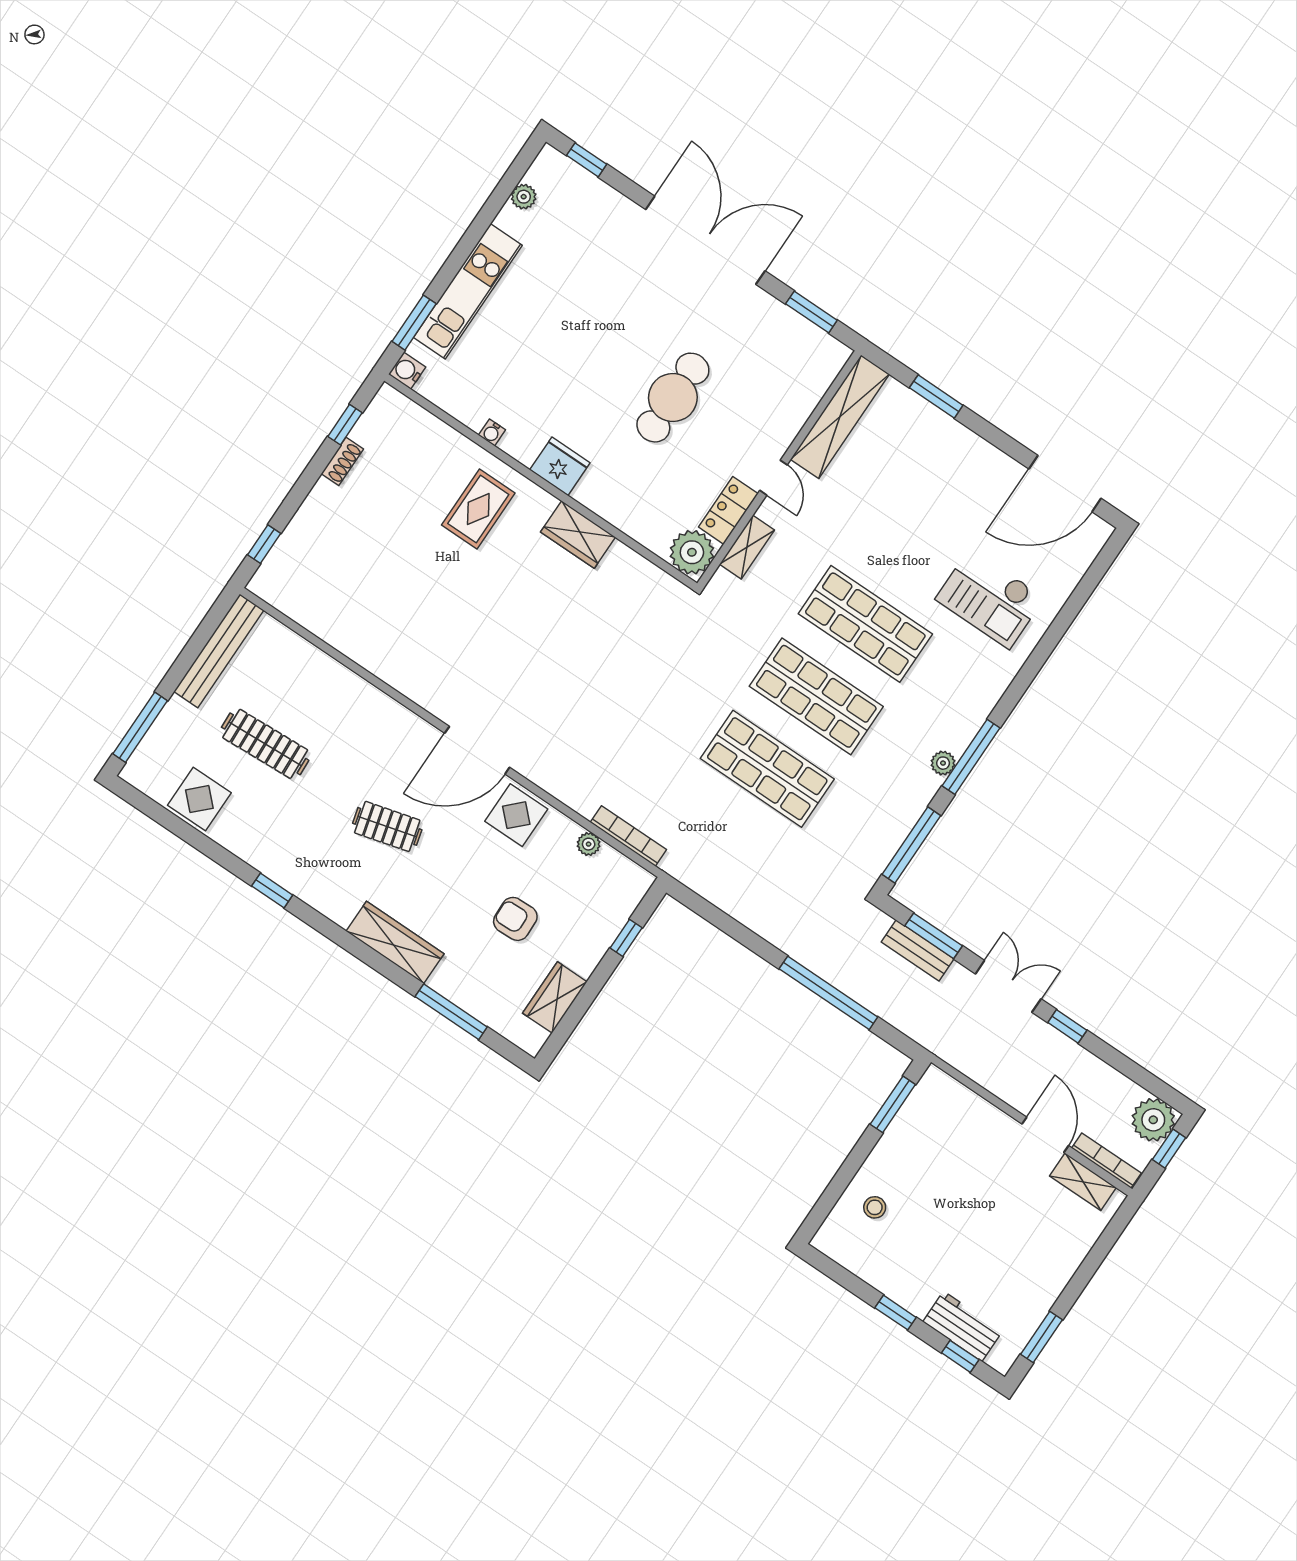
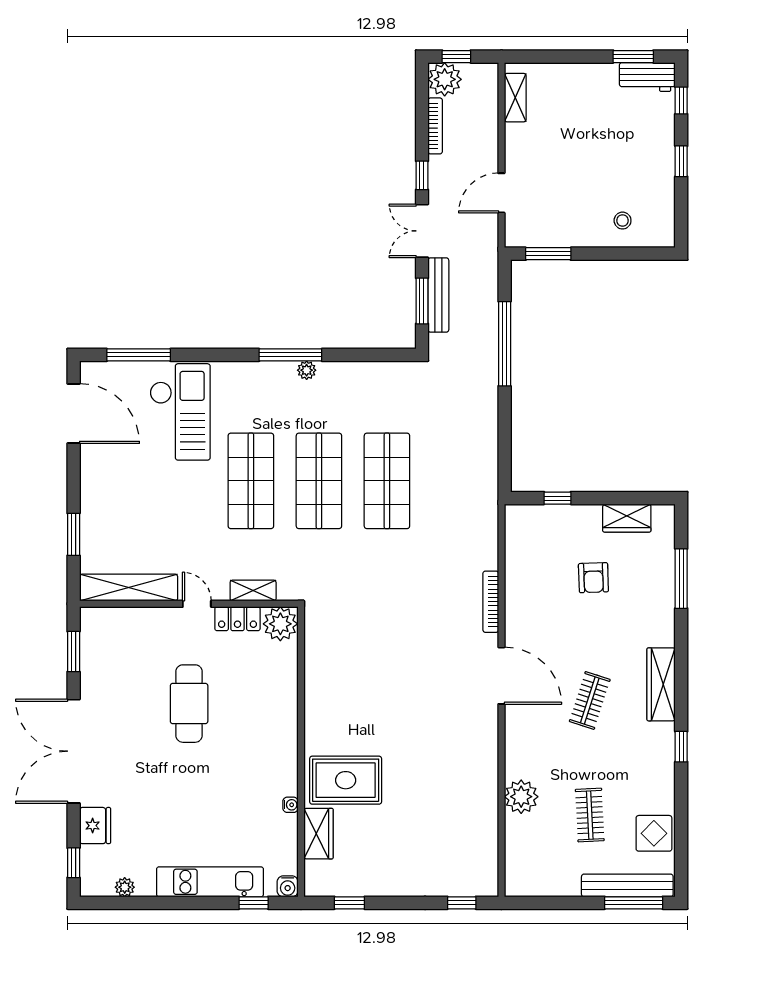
window: (414, 323) -> (254, 903), width x0.67
cafe table: (673, 398) -> (189, 704), turned 90
shoe rack: (342, 461) -> (374, 889), removed
fridge: (560, 466) -> (95, 826), moved, turned 180
door: (773, 478) -> (197, 604), hinge flipped
rug: (478, 509) -> (346, 780), width x1.36, depth x1.43
wardrobe: (578, 534) -> (319, 834), moved
checkout: (990, 598) -> (180, 412), width x1.36, depth x1.21
bench: (219, 651) -> (627, 885), moved
clothes rail: (265, 744) -> (590, 815), width x0.73
display table: (516, 815) -> (526, 622), removed
clothes rail: (387, 826) -> (590, 700), turned 33
bookcase: (628, 836) -> (491, 602), moved
plant: (589, 844) -> (521, 797), moved, width x1.87, depth x1.87
window: (911, 845) -> (139, 355), moved
wardrobe: (395, 943) -> (661, 684), moved
bench: (918, 950) -> (438, 295), width x1.36
door: (1045, 1135) -> (501, 193), moved
bookcase: (1106, 1161) -> (435, 126), moved, turned 180
workbench: (963, 1326) -> (647, 77), moved, turned -90

